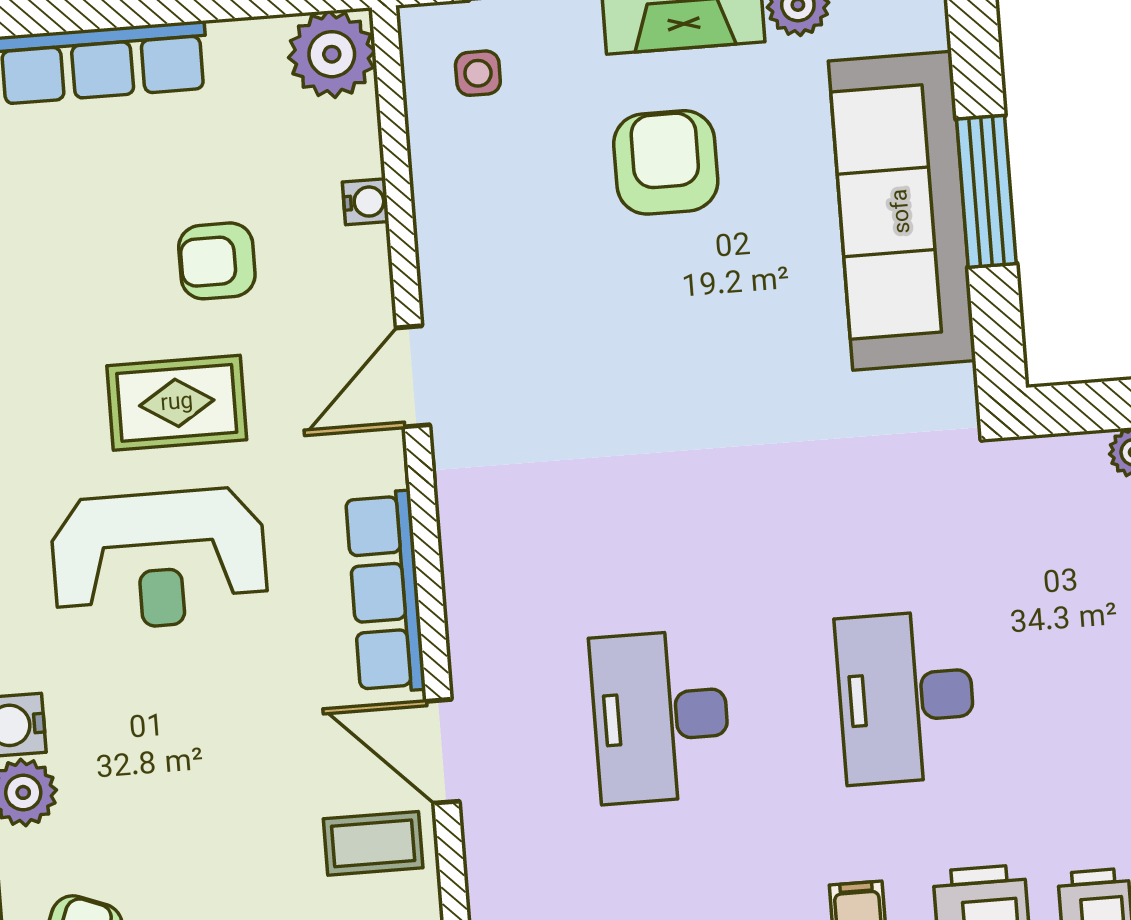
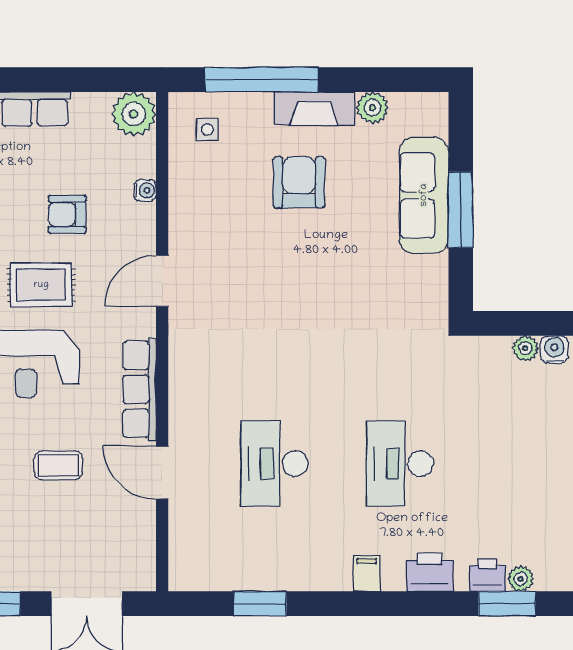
sofa: (902, 211) -> (424, 195), width x0.74, depth x0.79
coffee table: (373, 843) -> (58, 465), moved

